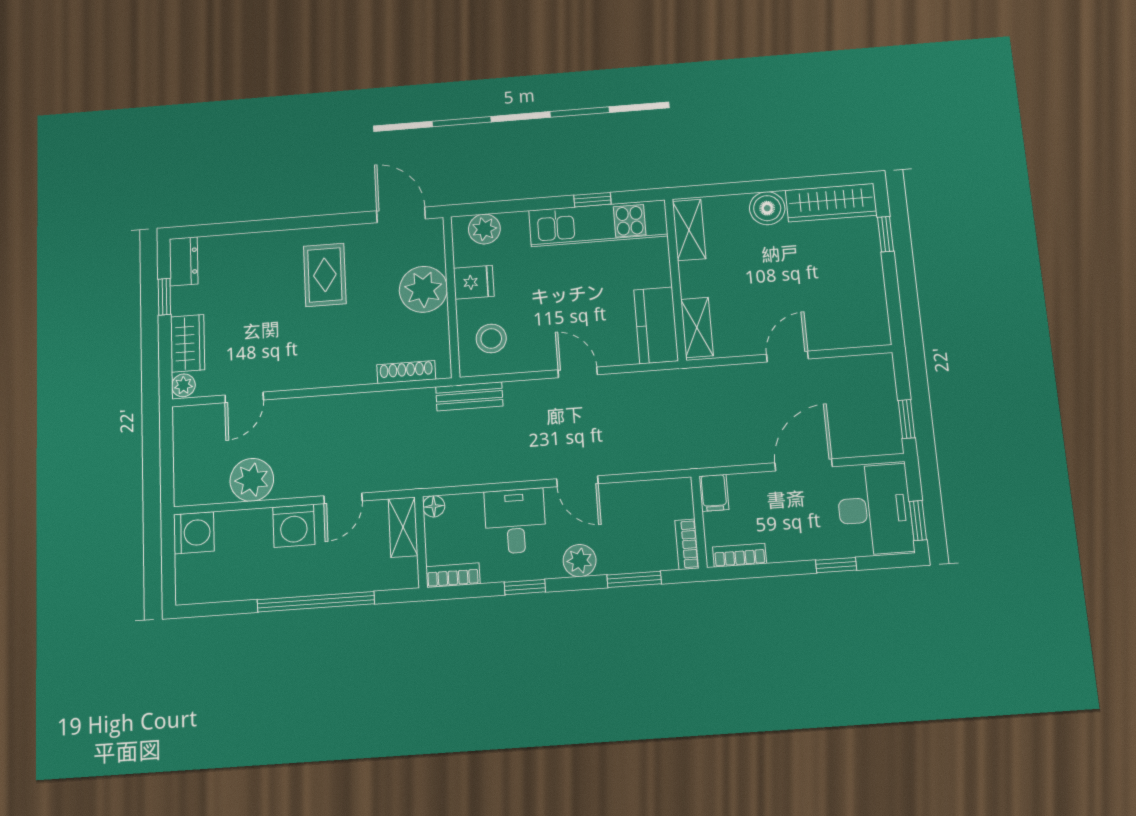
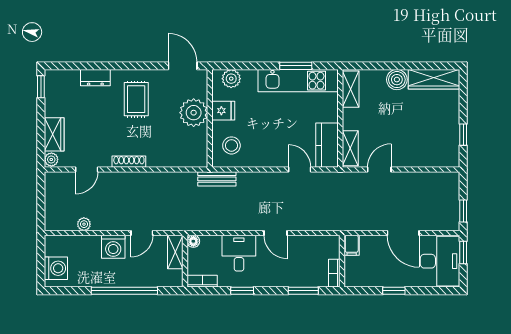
window: (592, 200) -> (296, 66), width x1.50
window: (885, 234) -> (463, 135), moved
dresser: (184, 261) -> (95, 78), moved, turned 90
window: (164, 297) -> (41, 87), moved
door: (787, 357) -> (379, 169), moved
shoe rack: (406, 372) -> (129, 162), moved
door: (578, 372) -> (300, 169), moved
door: (804, 465) -> (403, 233), swing flipped
plant: (252, 480) -> (84, 224), width x0.53, depth x0.53
window: (918, 521) -> (463, 252), moved
washing machine: (194, 533) -> (56, 268), moved
bookcase: (740, 555) -> (363, 281), removed
plant: (580, 561) -> (274, 278), removed
window: (836, 565) -> (394, 291), moved

